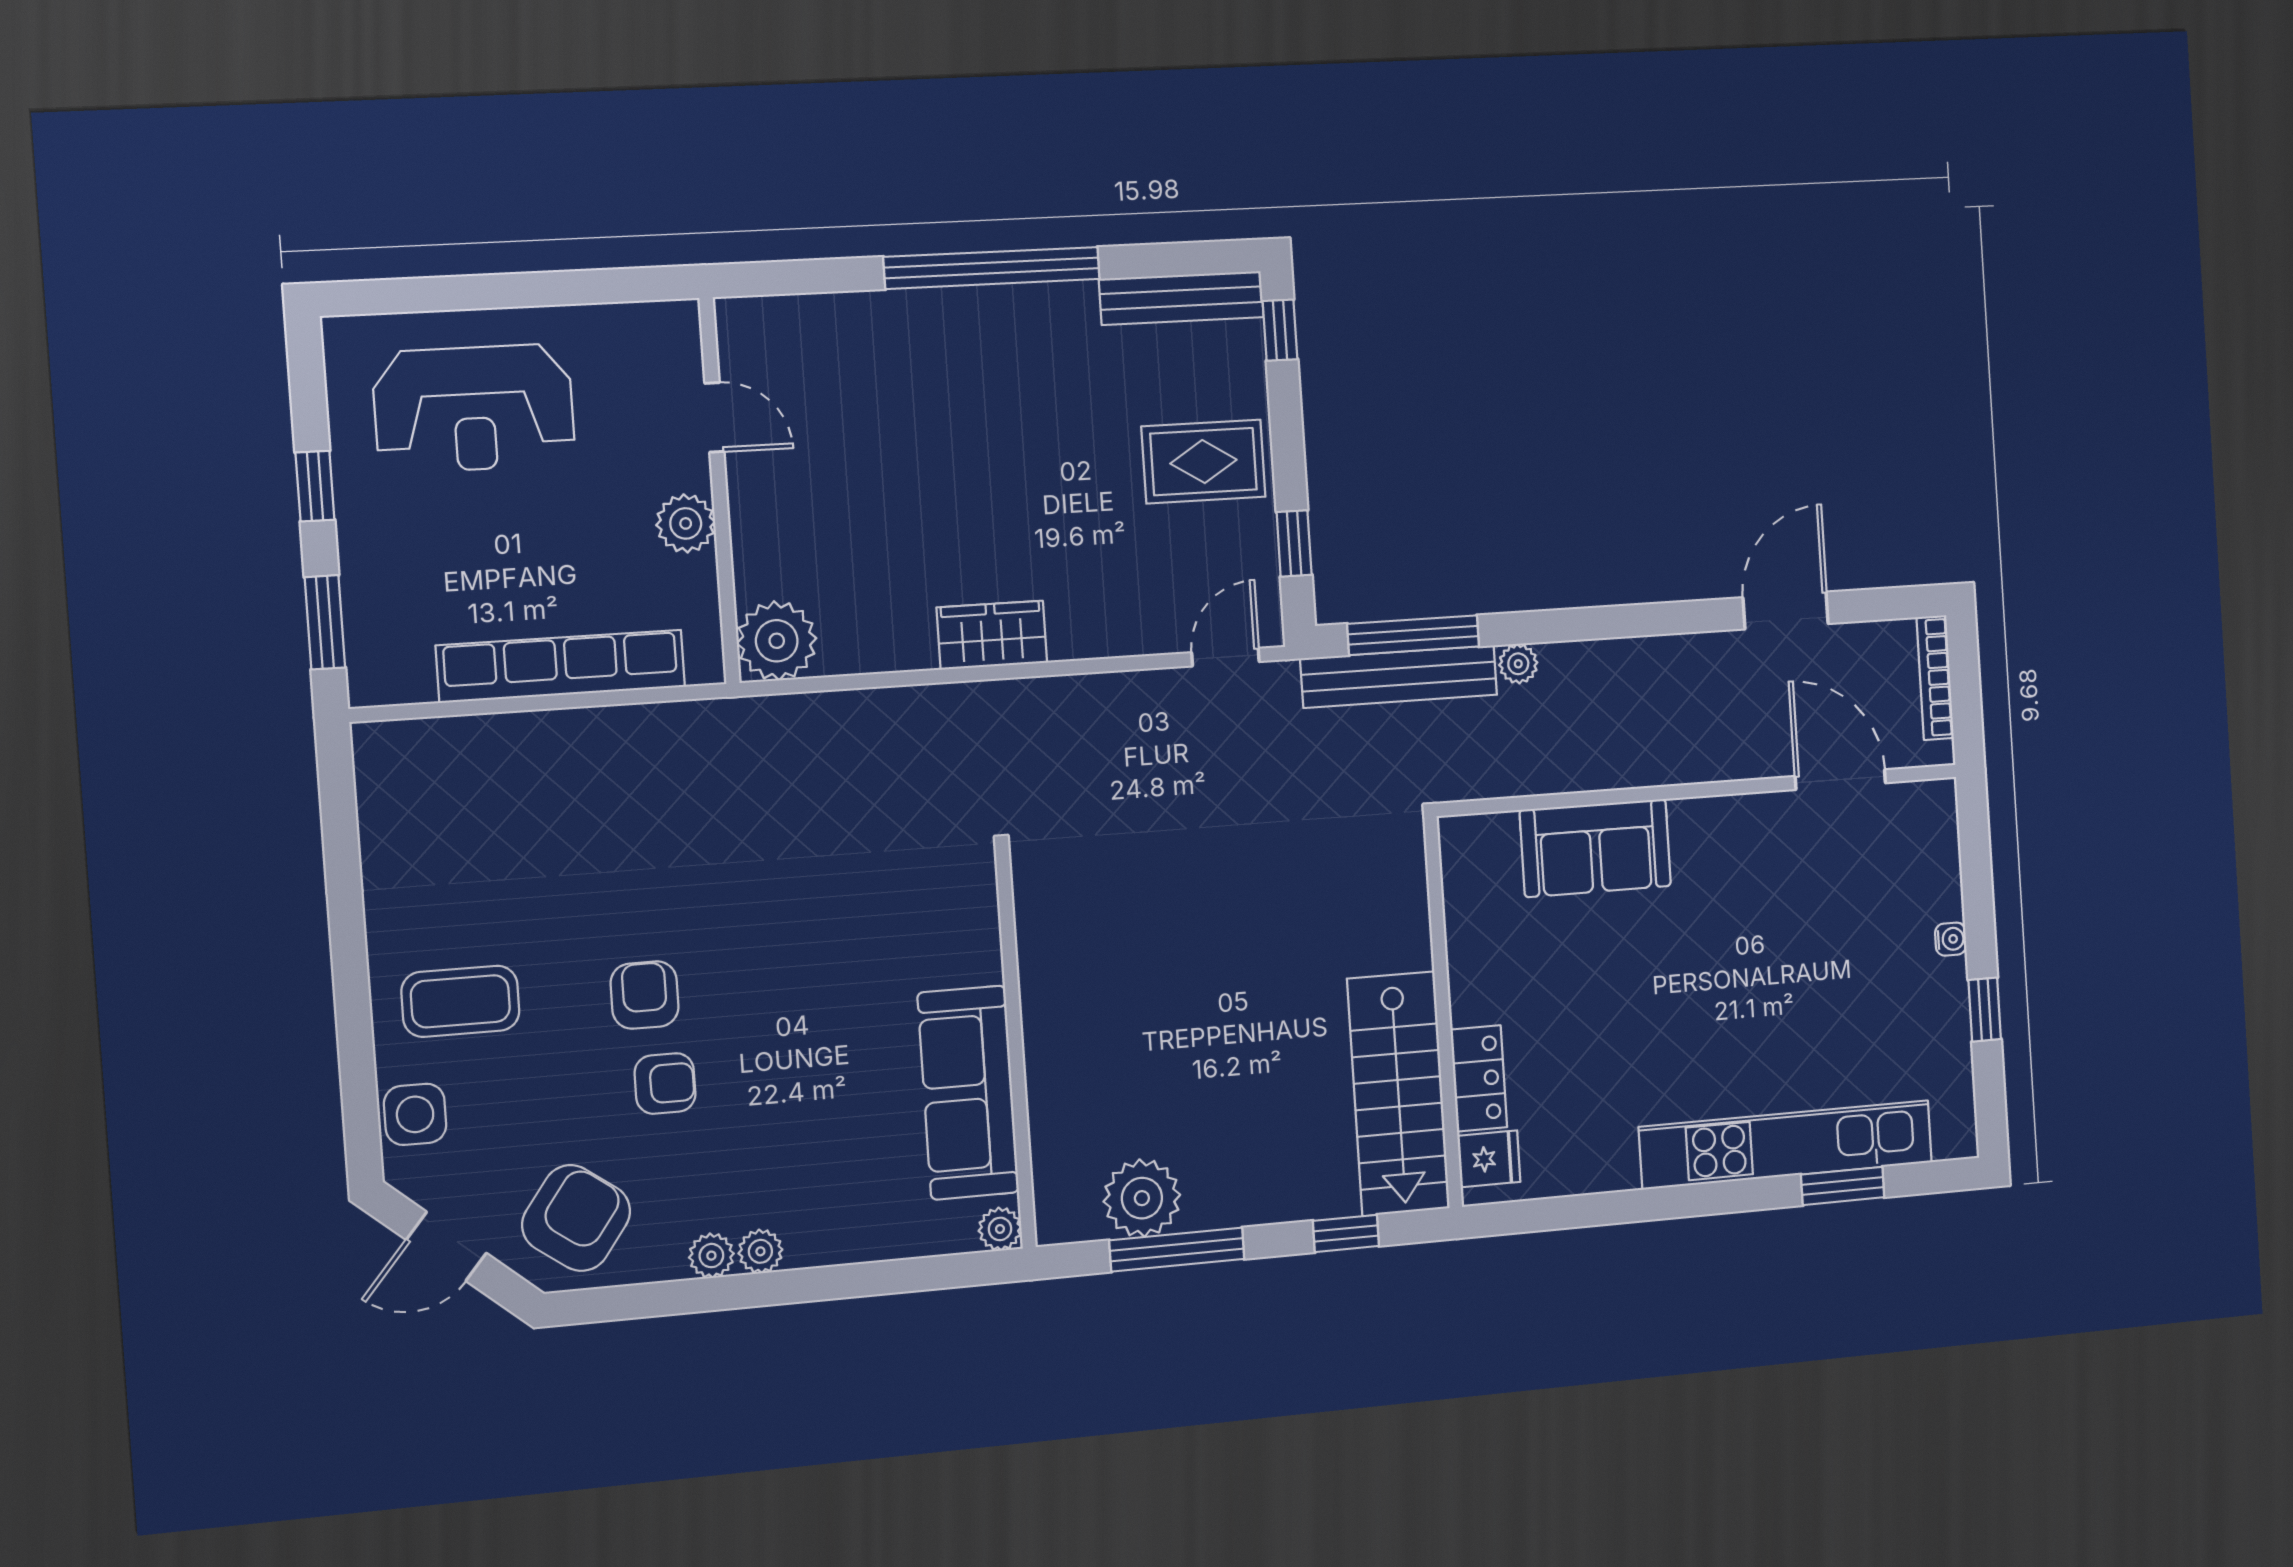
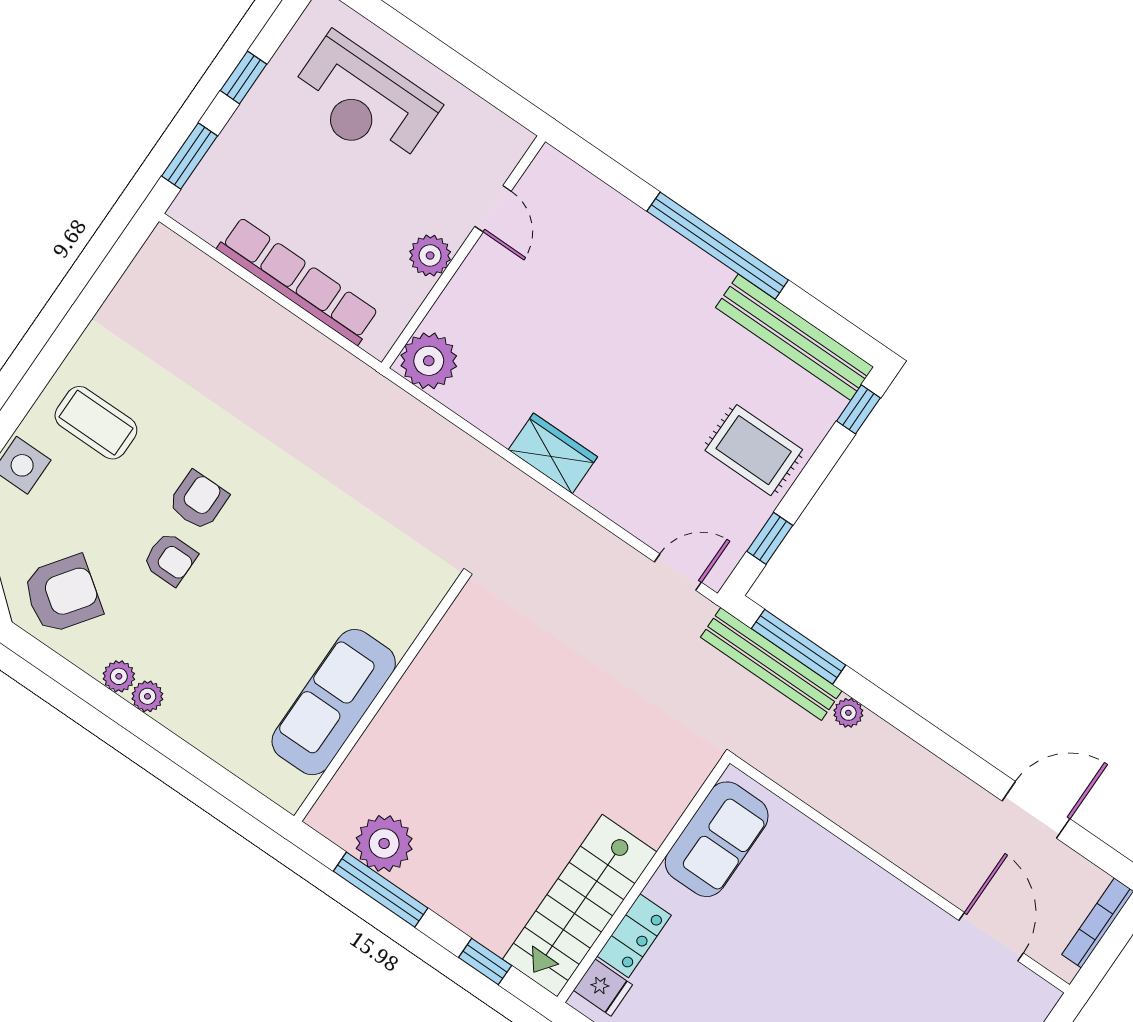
bench: (1181, 298) -> (794, 337), width x1.37, depth x1.21
sofa: (1595, 848) -> (717, 839), moved, turned -90
plant: (1000, 1229) -> (290, 794), removed

